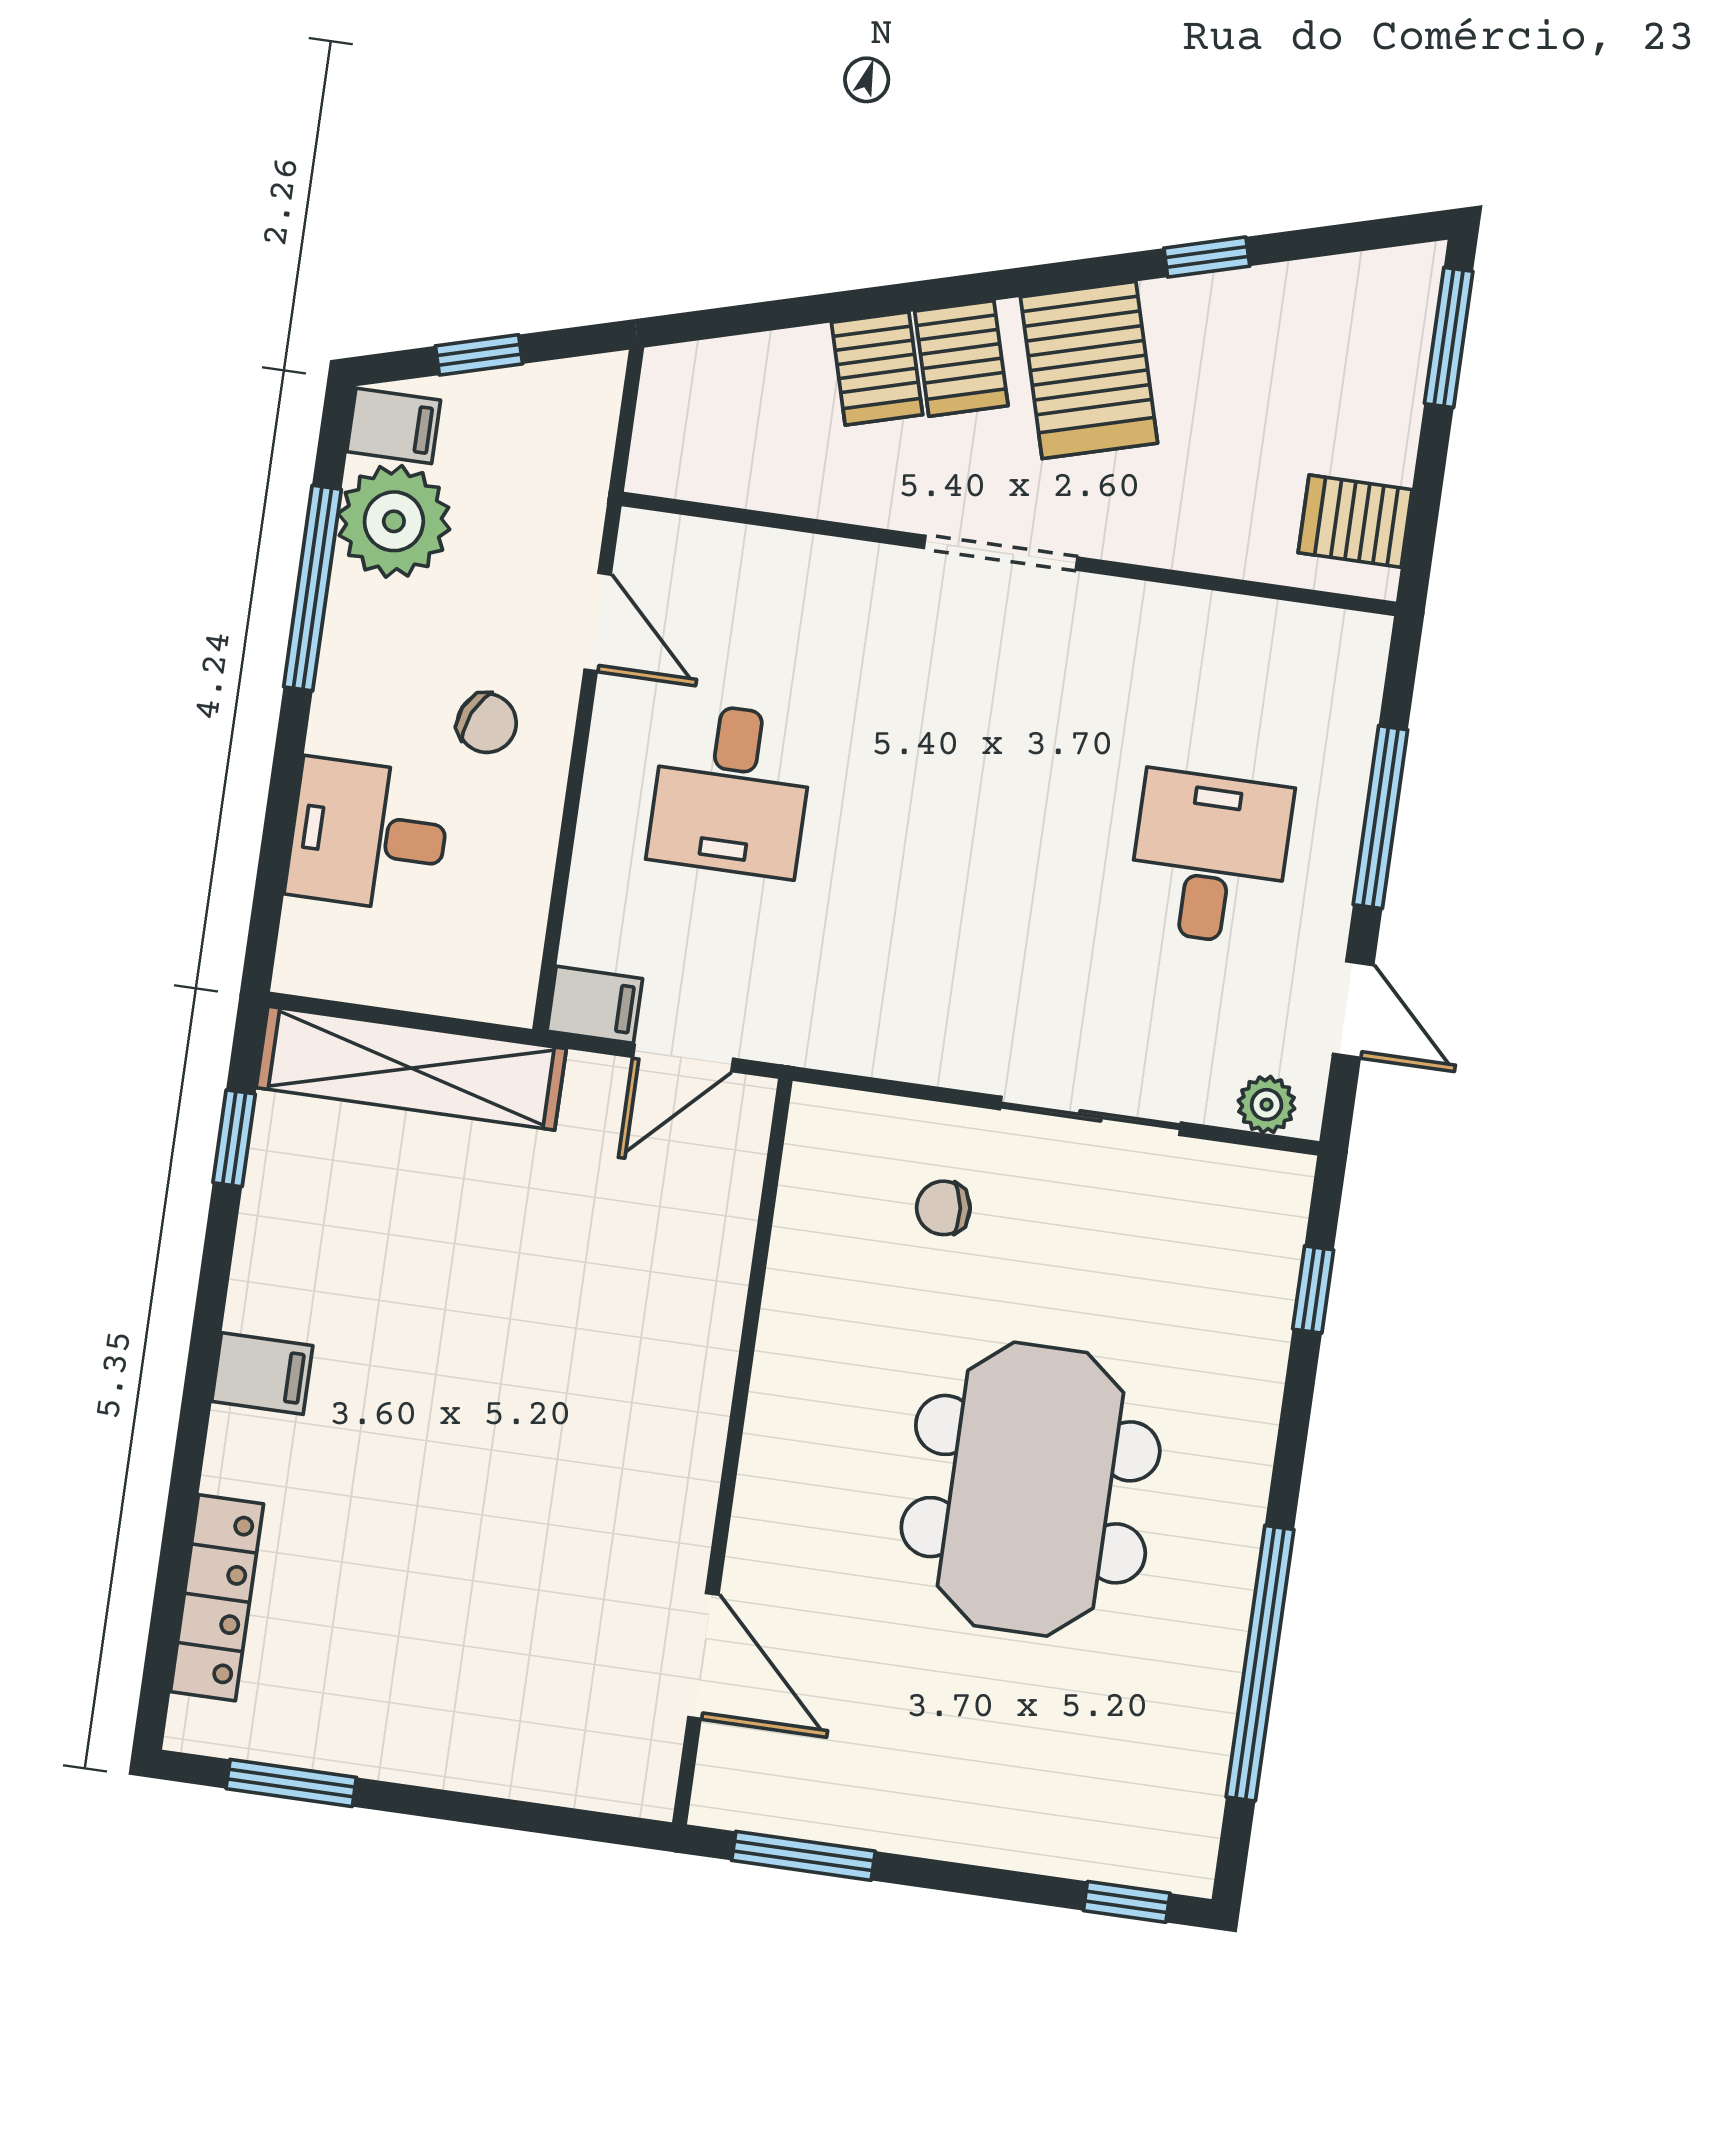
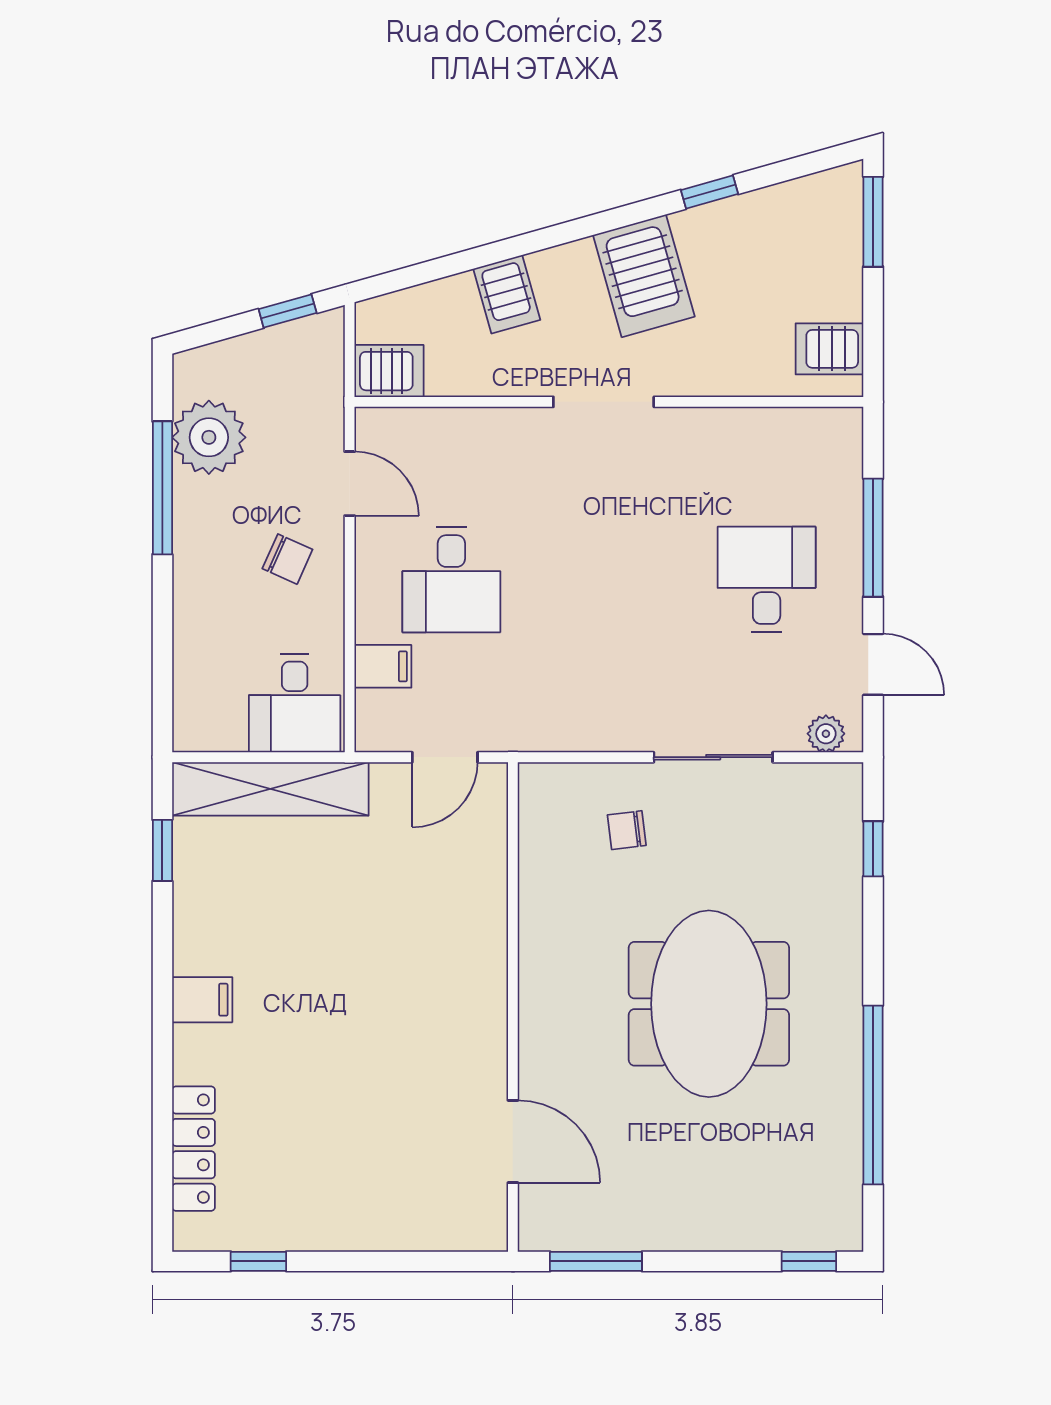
window: (479, 355) -> (288, 311), moved
server rack: (961, 358) -> (389, 371), moved, turned -74
filing cabinet: (394, 426) -> (200, 376), removed
desk: (369, 835) -> (295, 703), moved, turned -90
filing cabinet: (595, 1005) -> (383, 666), moved
window: (291, 1783) -> (258, 1261), width x0.67

